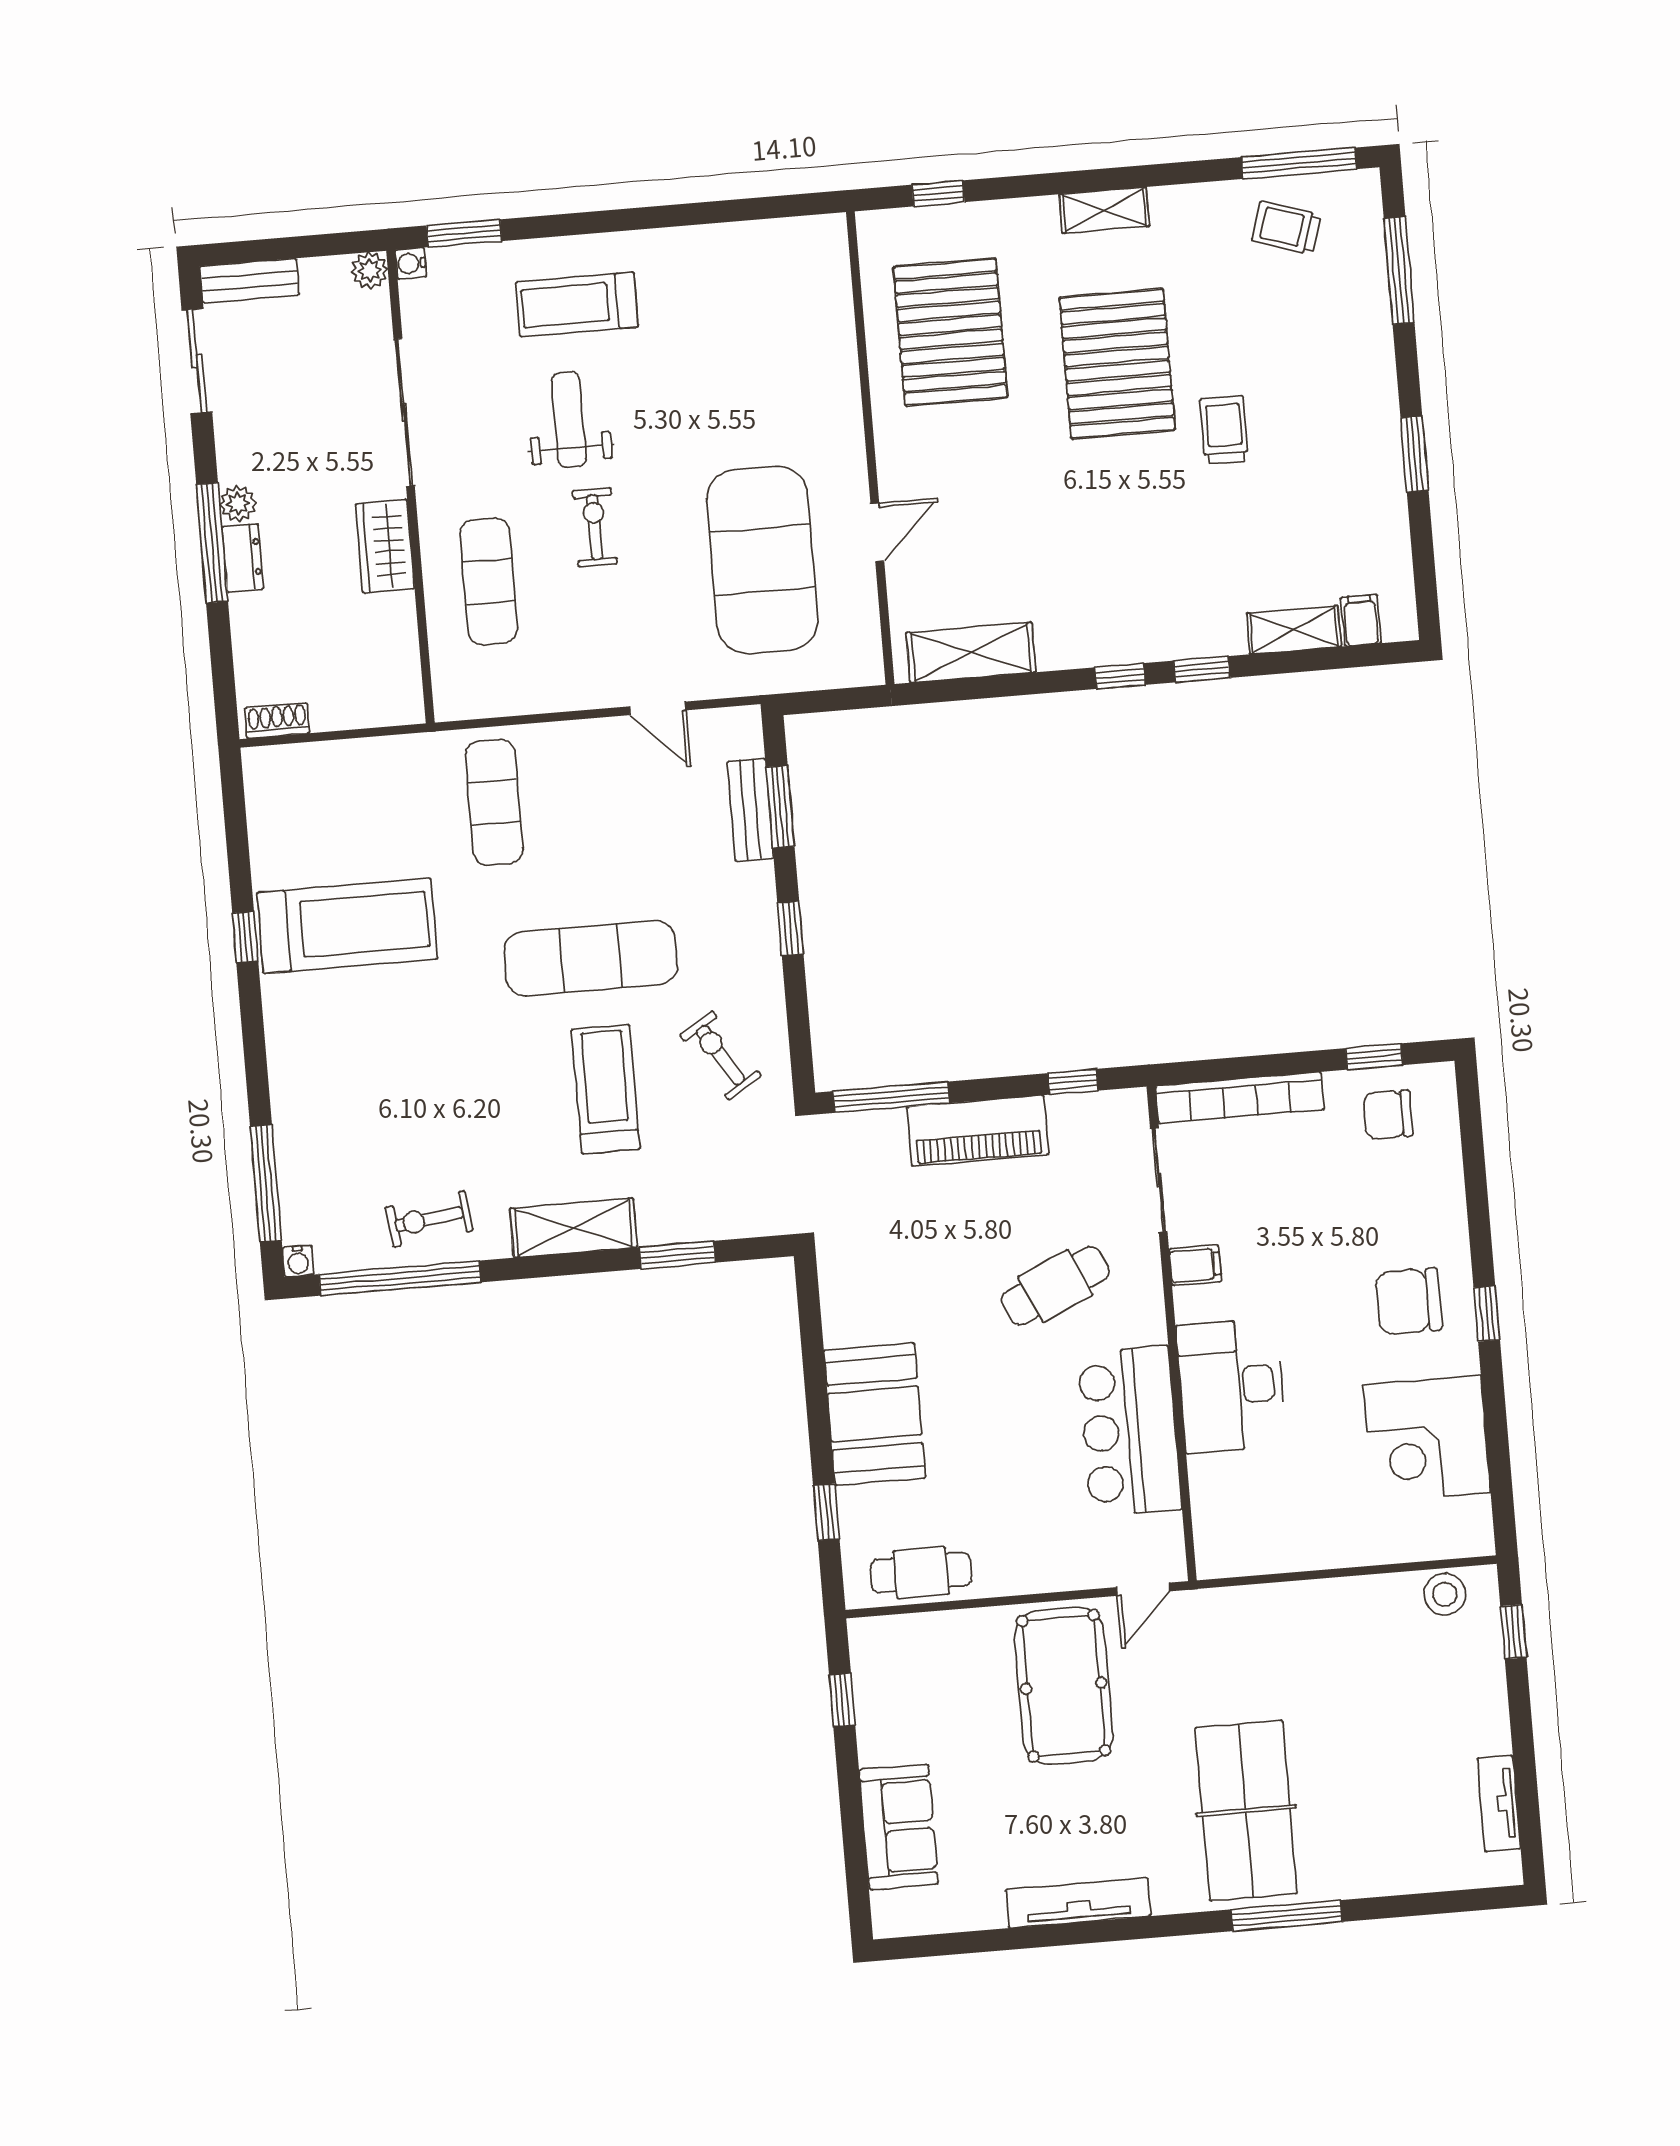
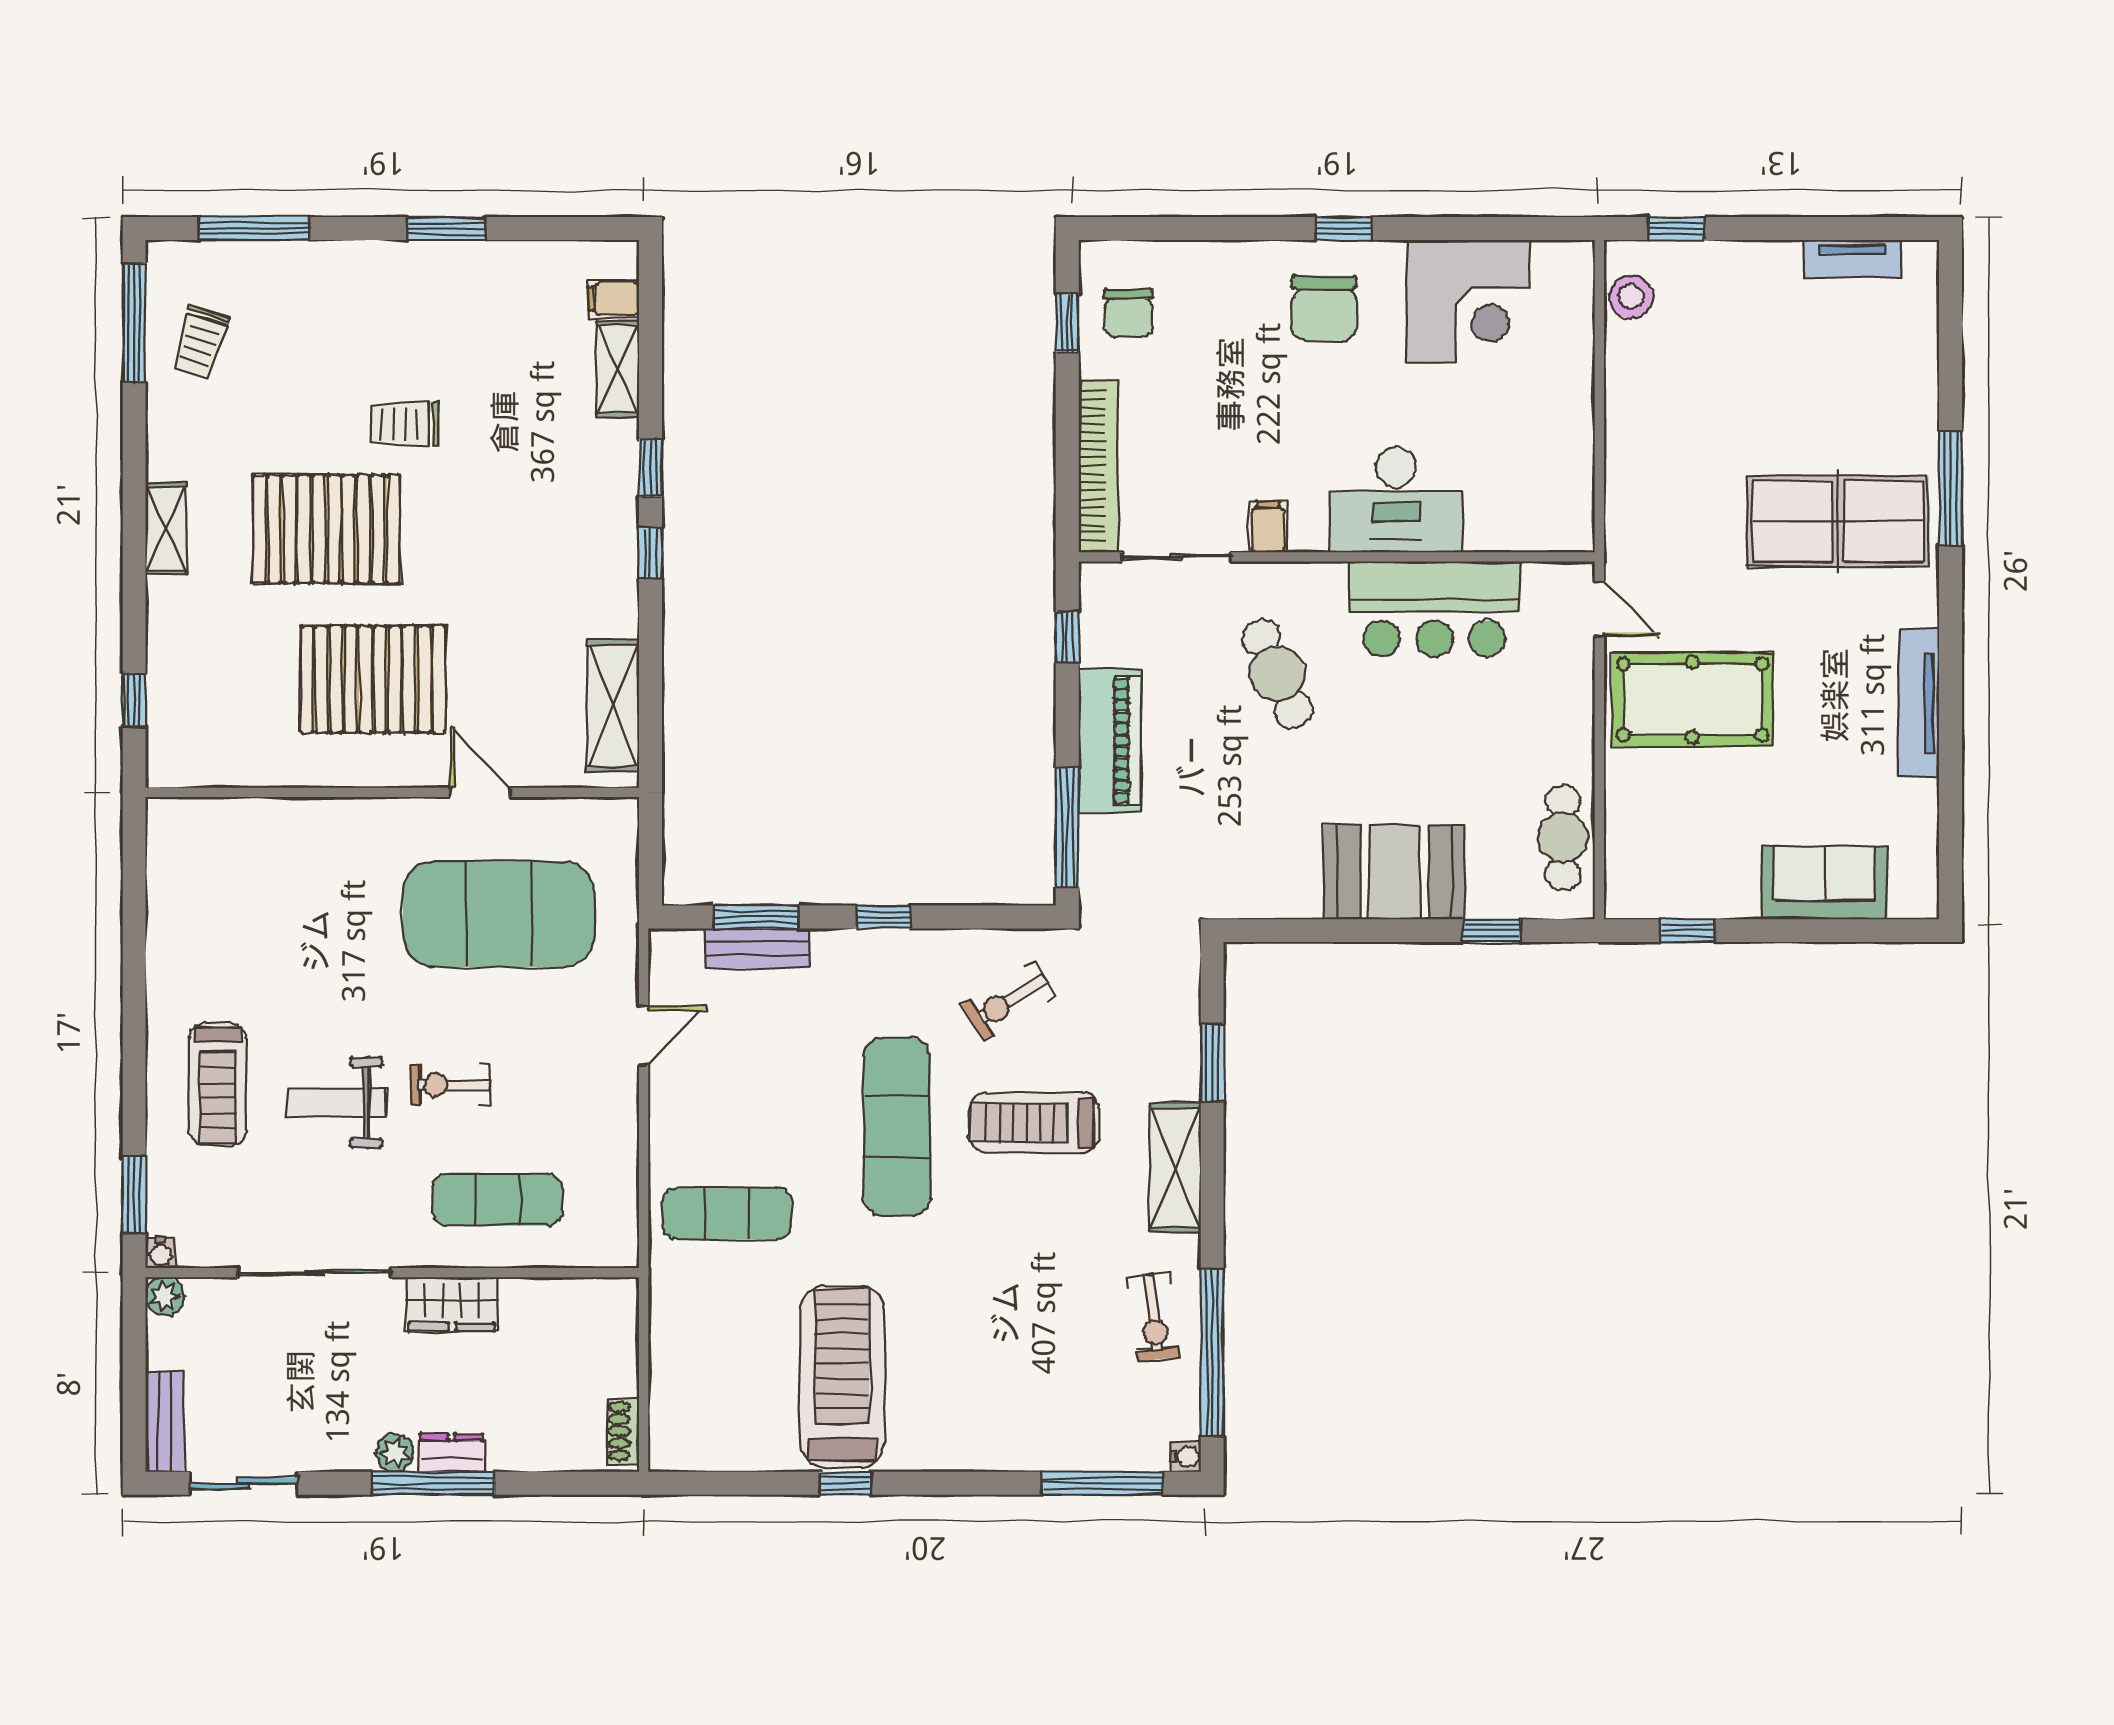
pallet: (950, 332) -> (373, 679), moved

